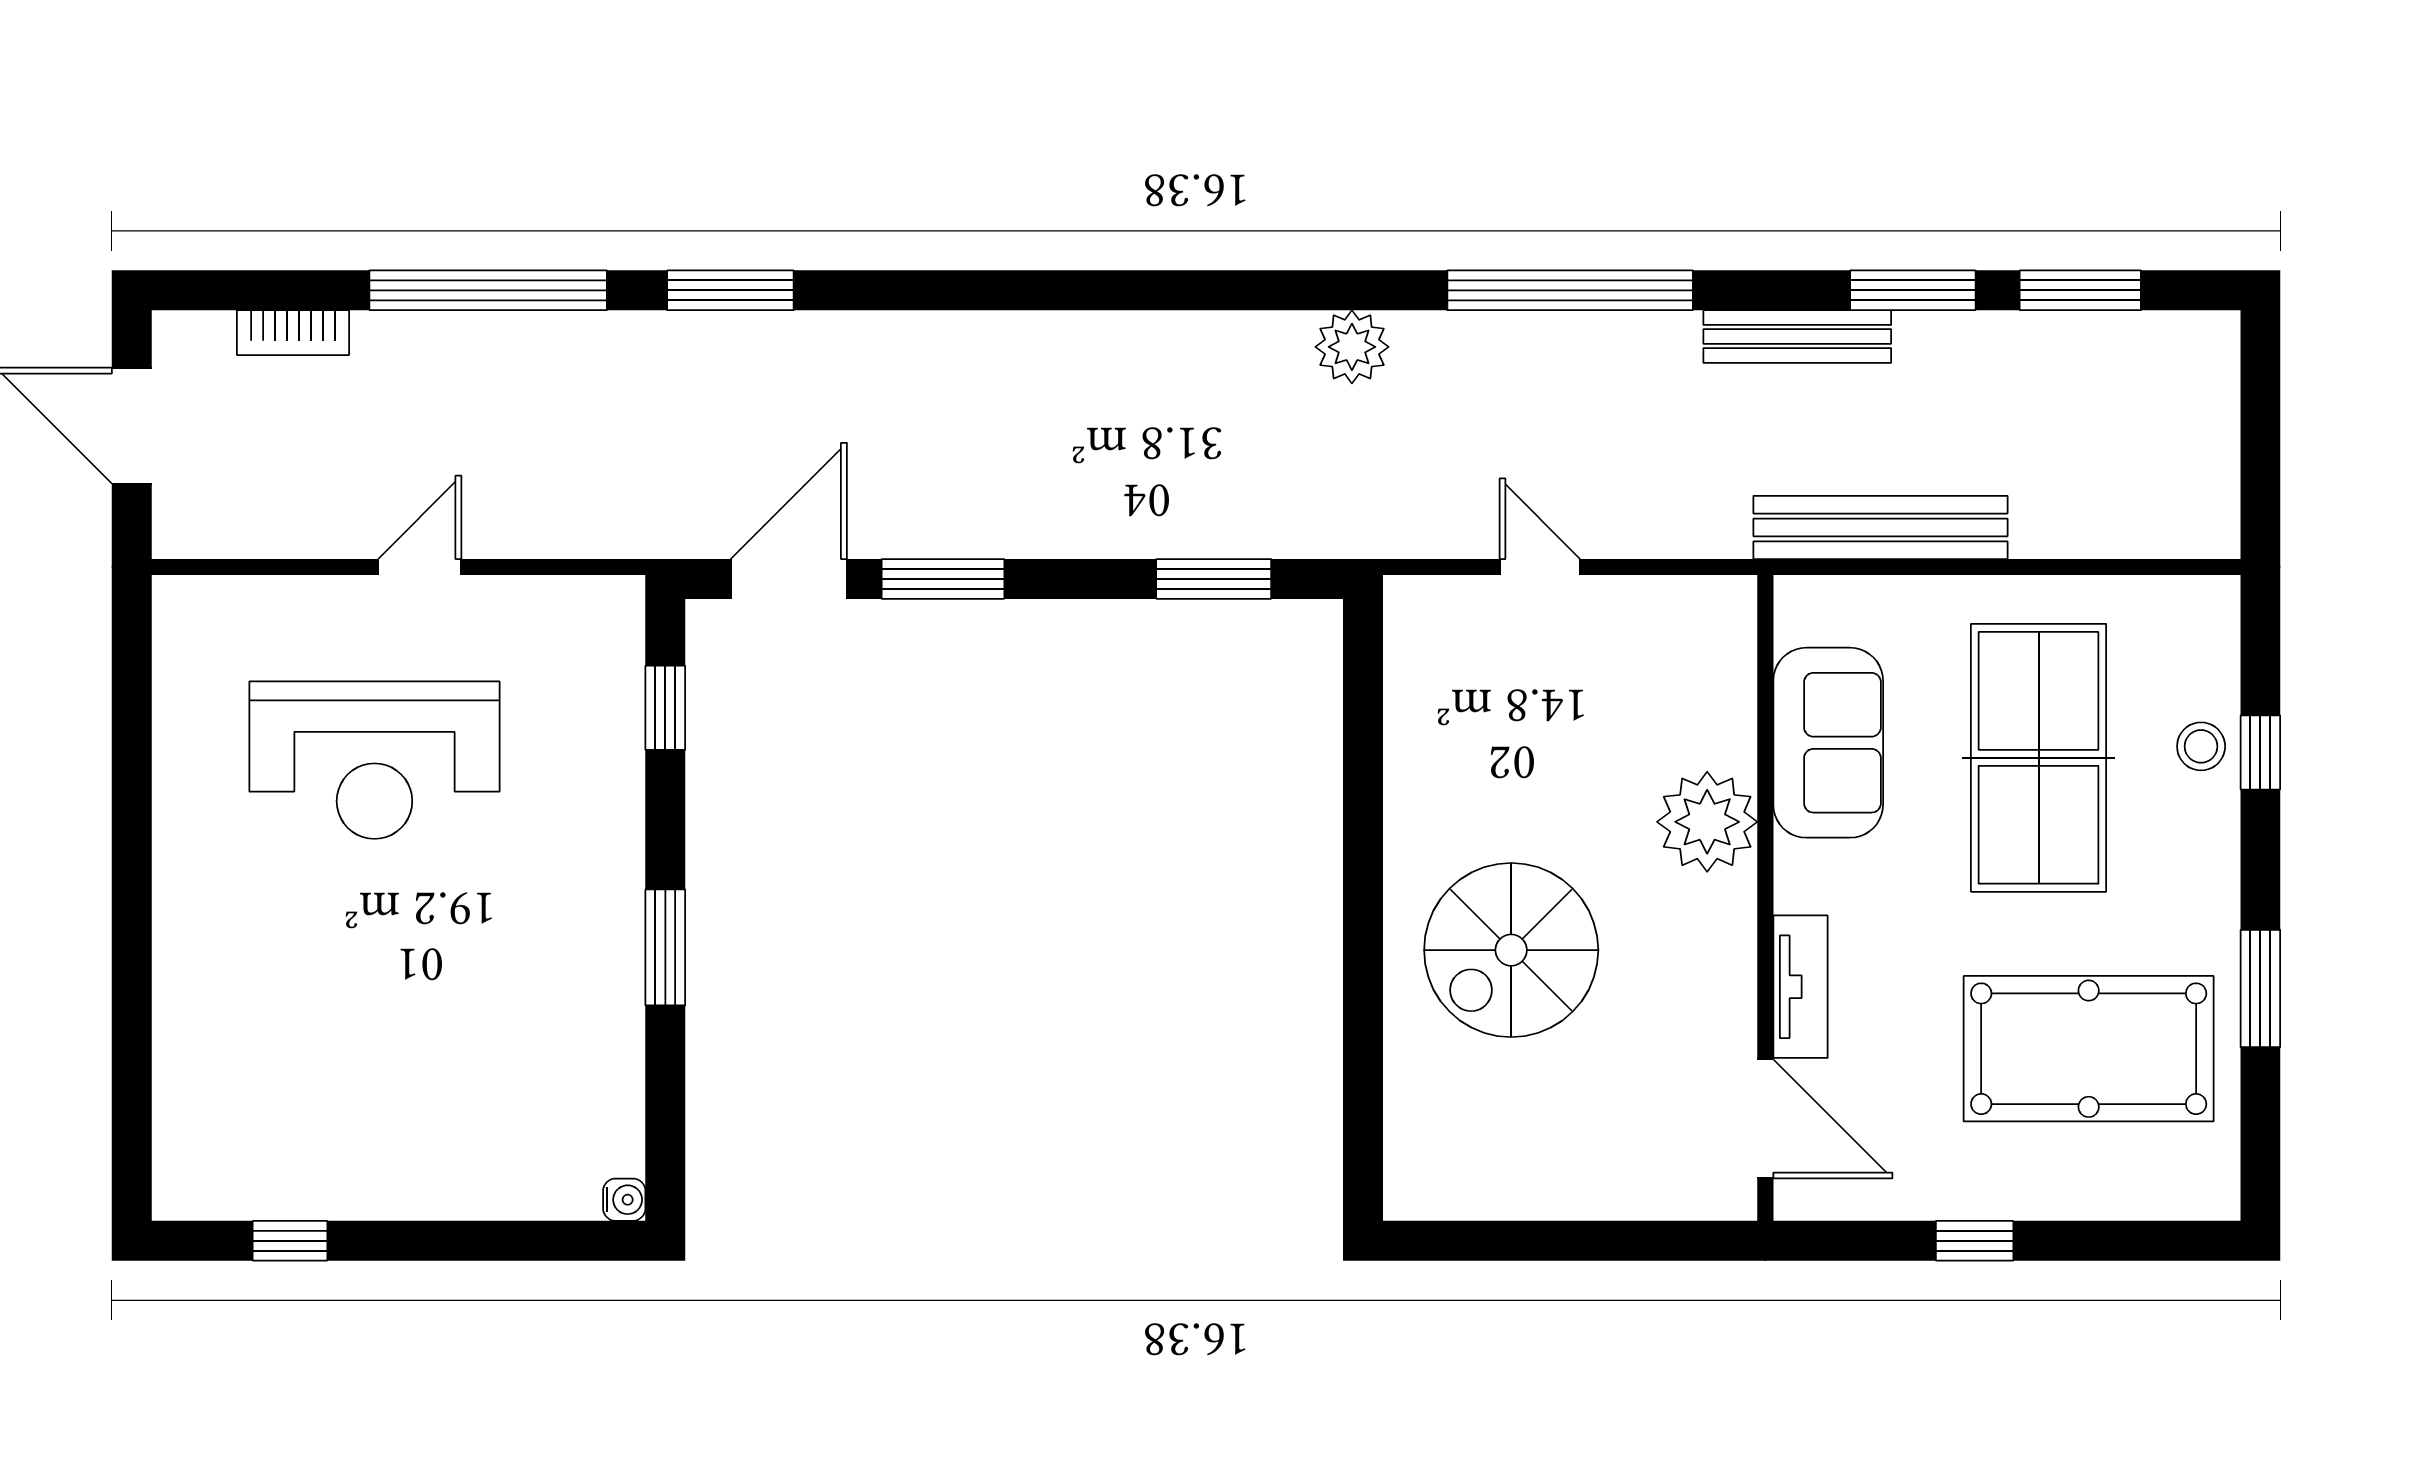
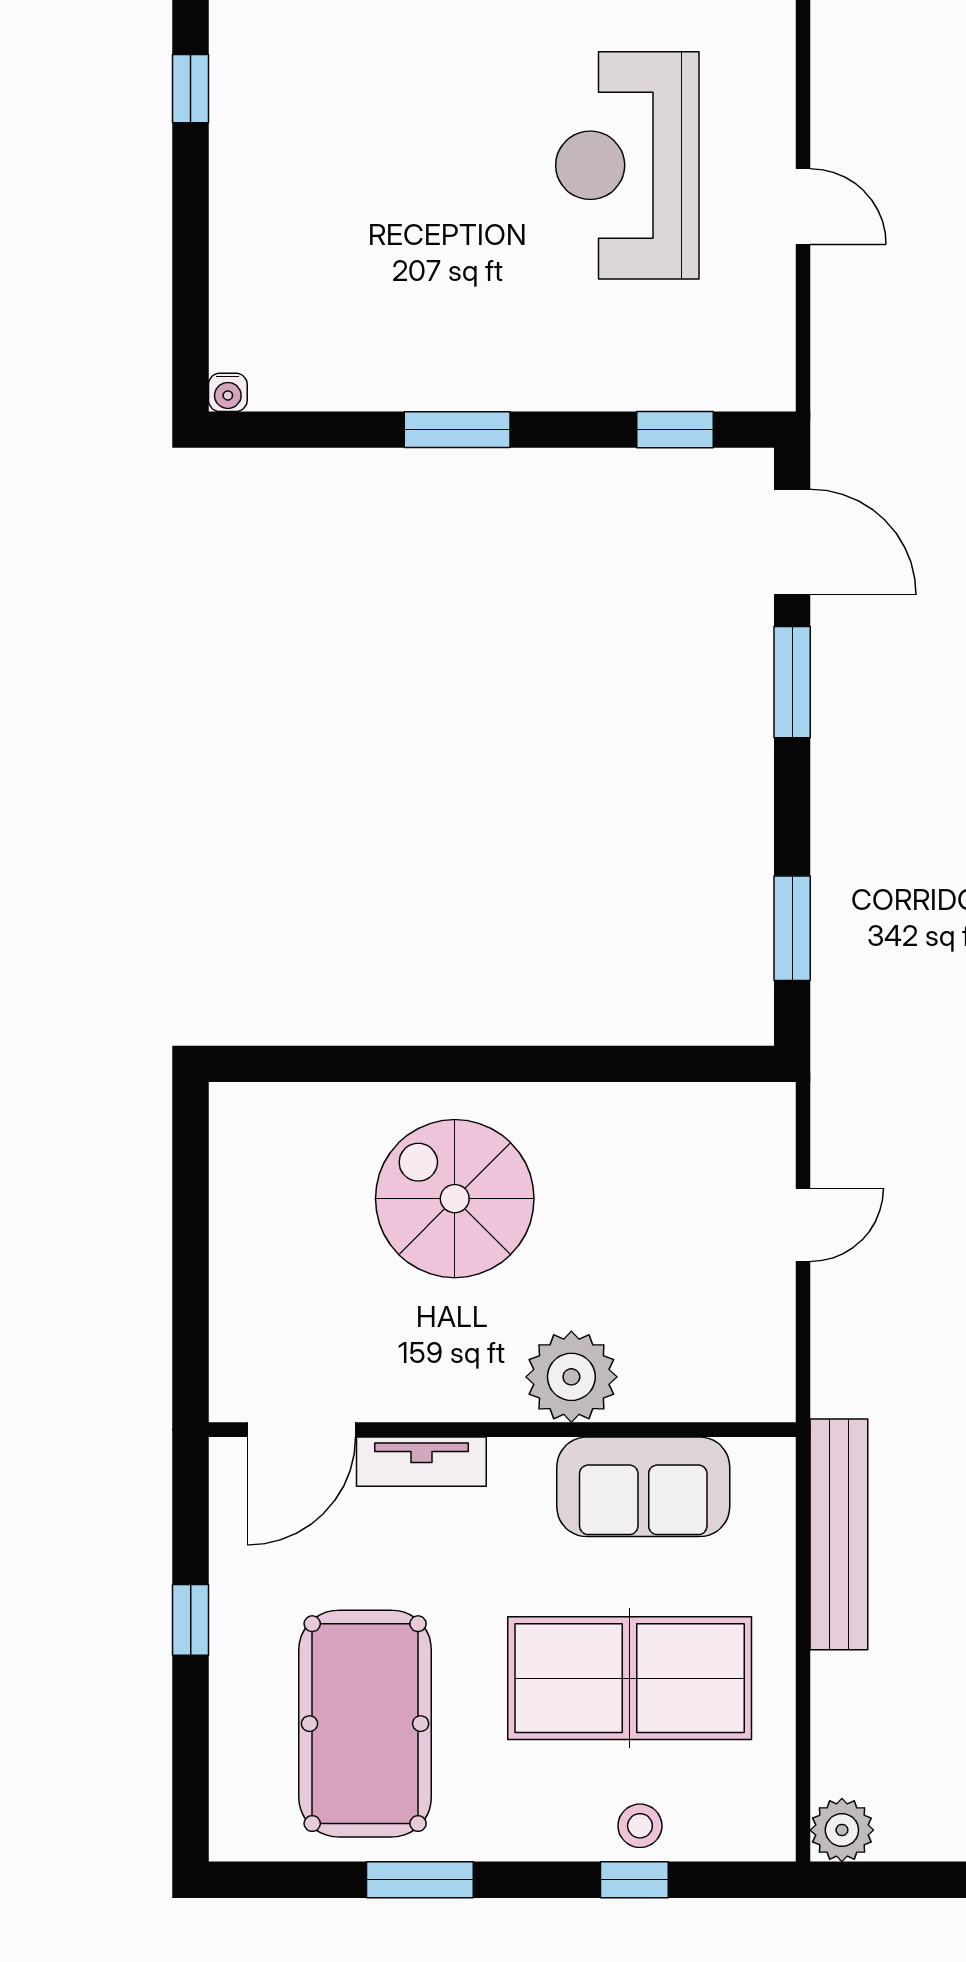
plant: (2206, 524) -> (842, 1830), added

